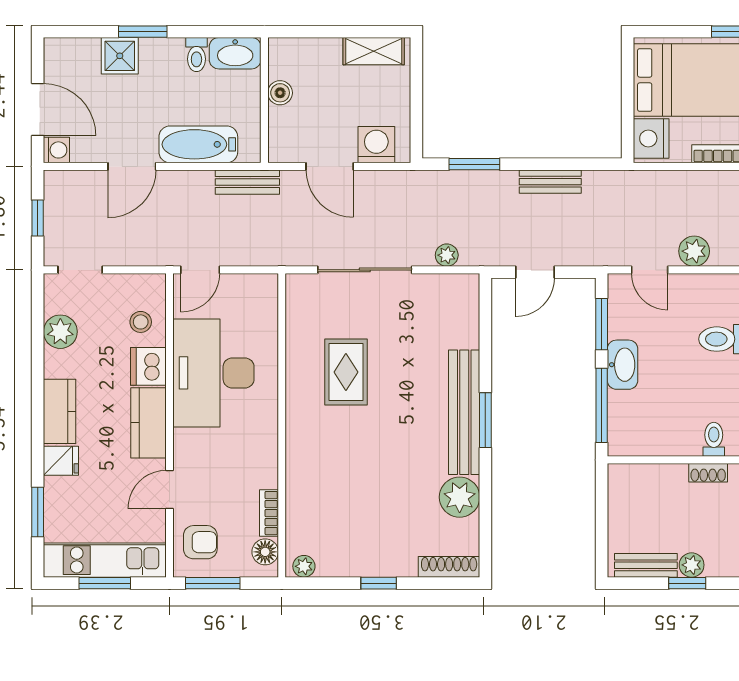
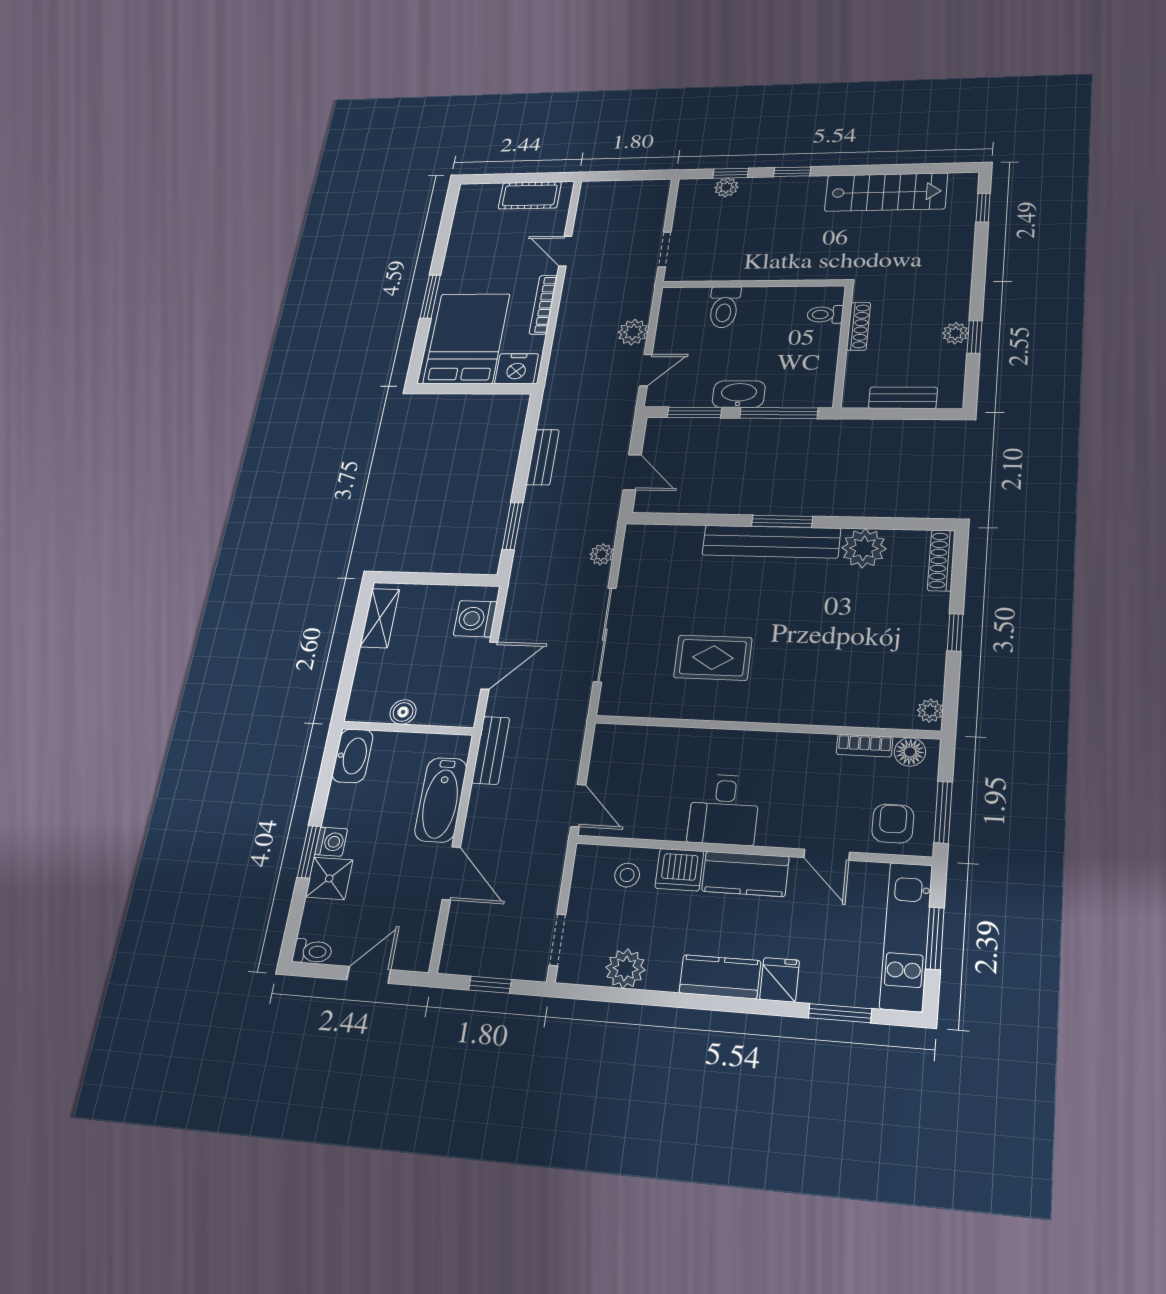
toilet: (196, 55) -> (312, 951), moved
door: (38, 110) -> (369, 975), width x0.73
washing machine: (56, 150) -> (331, 842), moved, turned 90
desk: (213, 373) -> (724, 810), width x0.53, depth x0.77
shoe rack: (708, 473) -> (859, 326), width x1.43
bench: (646, 565) -> (903, 398), moved, turned 90

